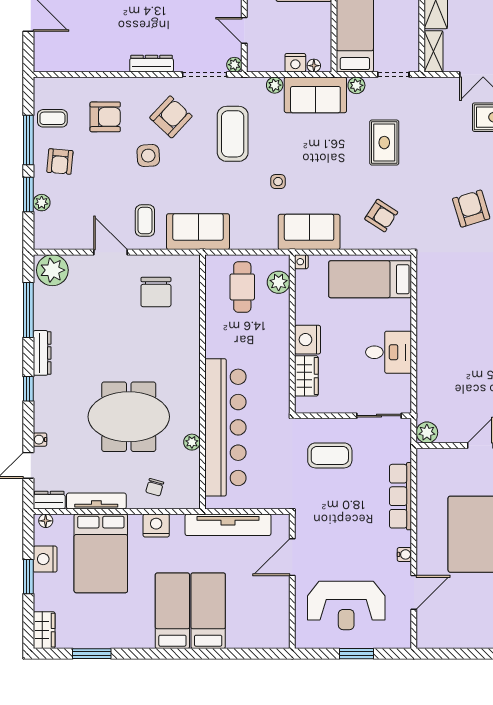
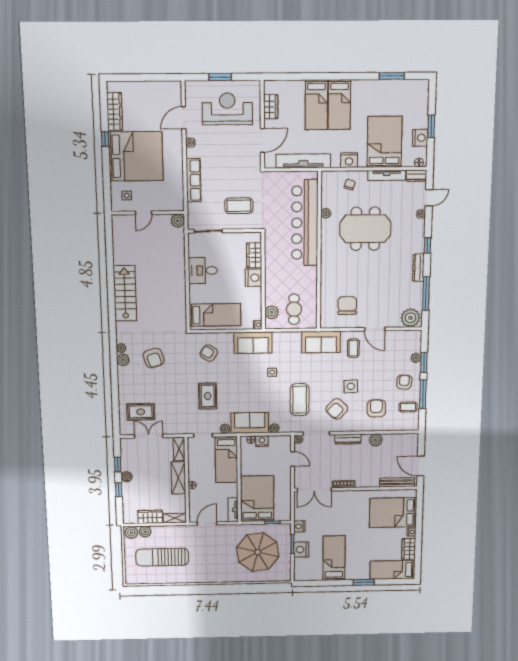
plant: (105, 61) -> (376, 440), added
armchair: (105, 117) -> (376, 408), turned 90
wardrobe: (44, 630) -> (271, 107), moved, turned 180

